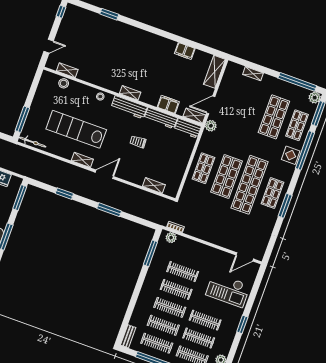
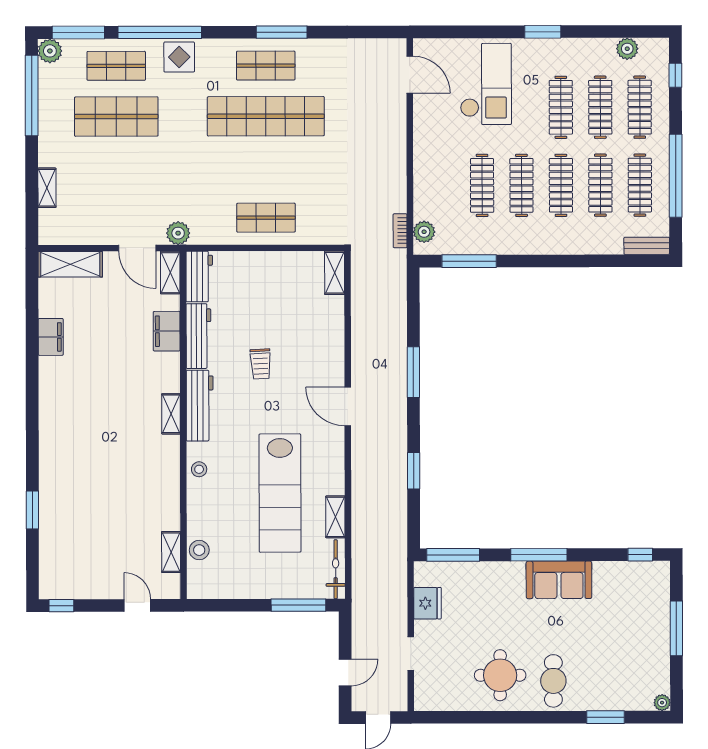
shelving: (82, 160) -> (335, 517), moved
shop shelf: (226, 176) -> (266, 167), removed
shelving: (154, 185) -> (335, 273), moved

